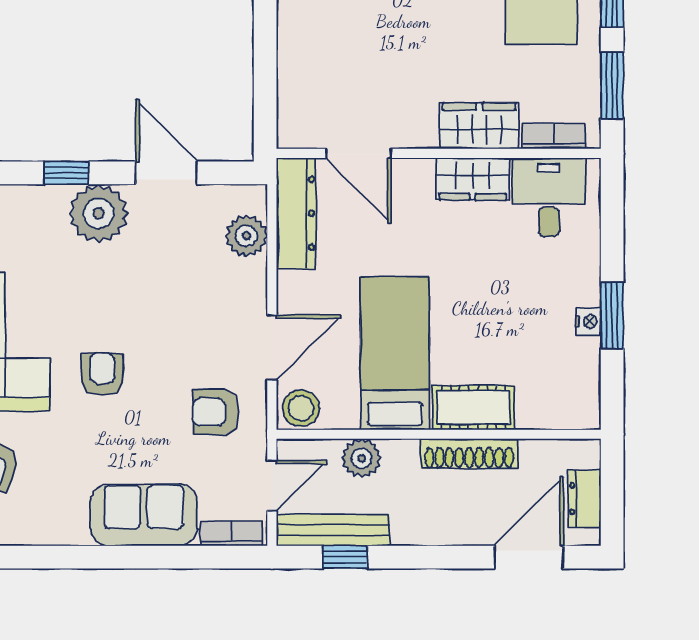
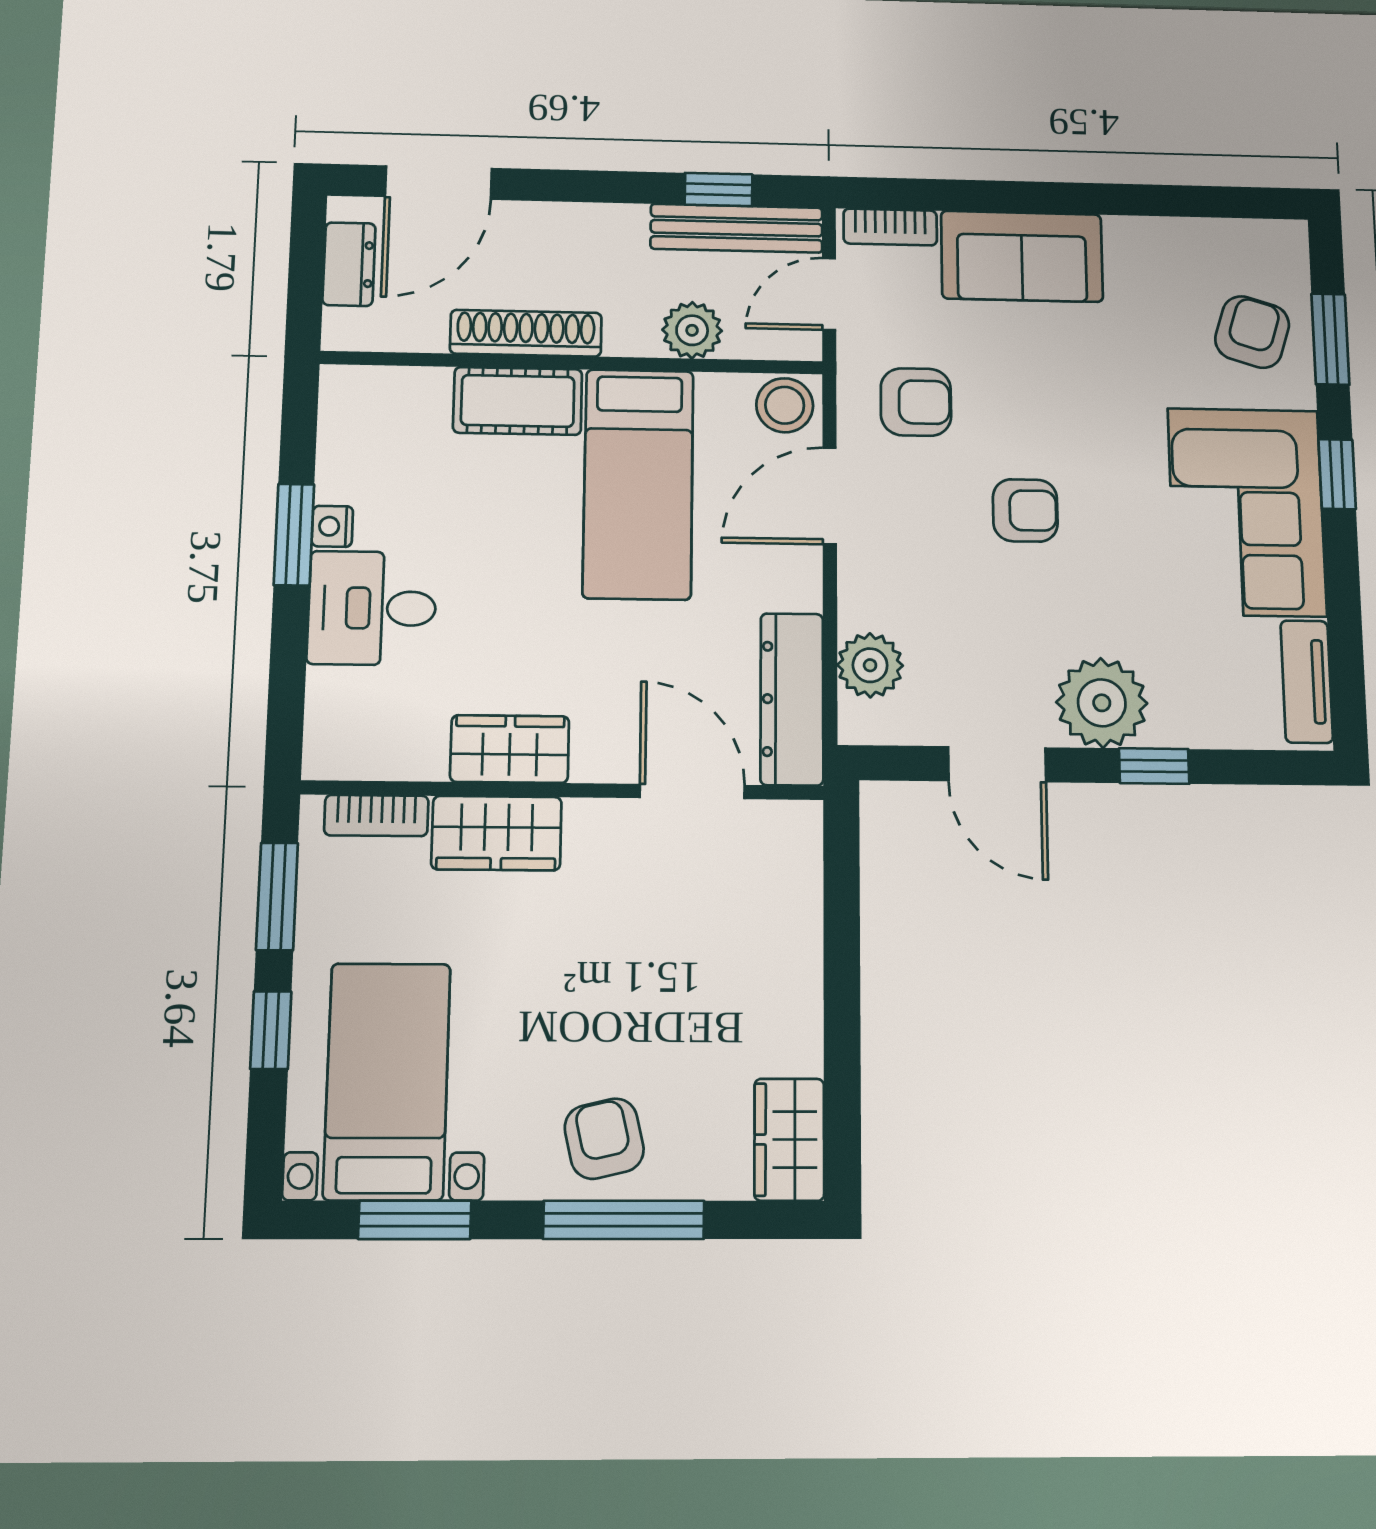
desk: (549, 197) -> (372, 608), moved, turned 90
armchair: (102, 374) -> (1025, 510), moved, turned -90

